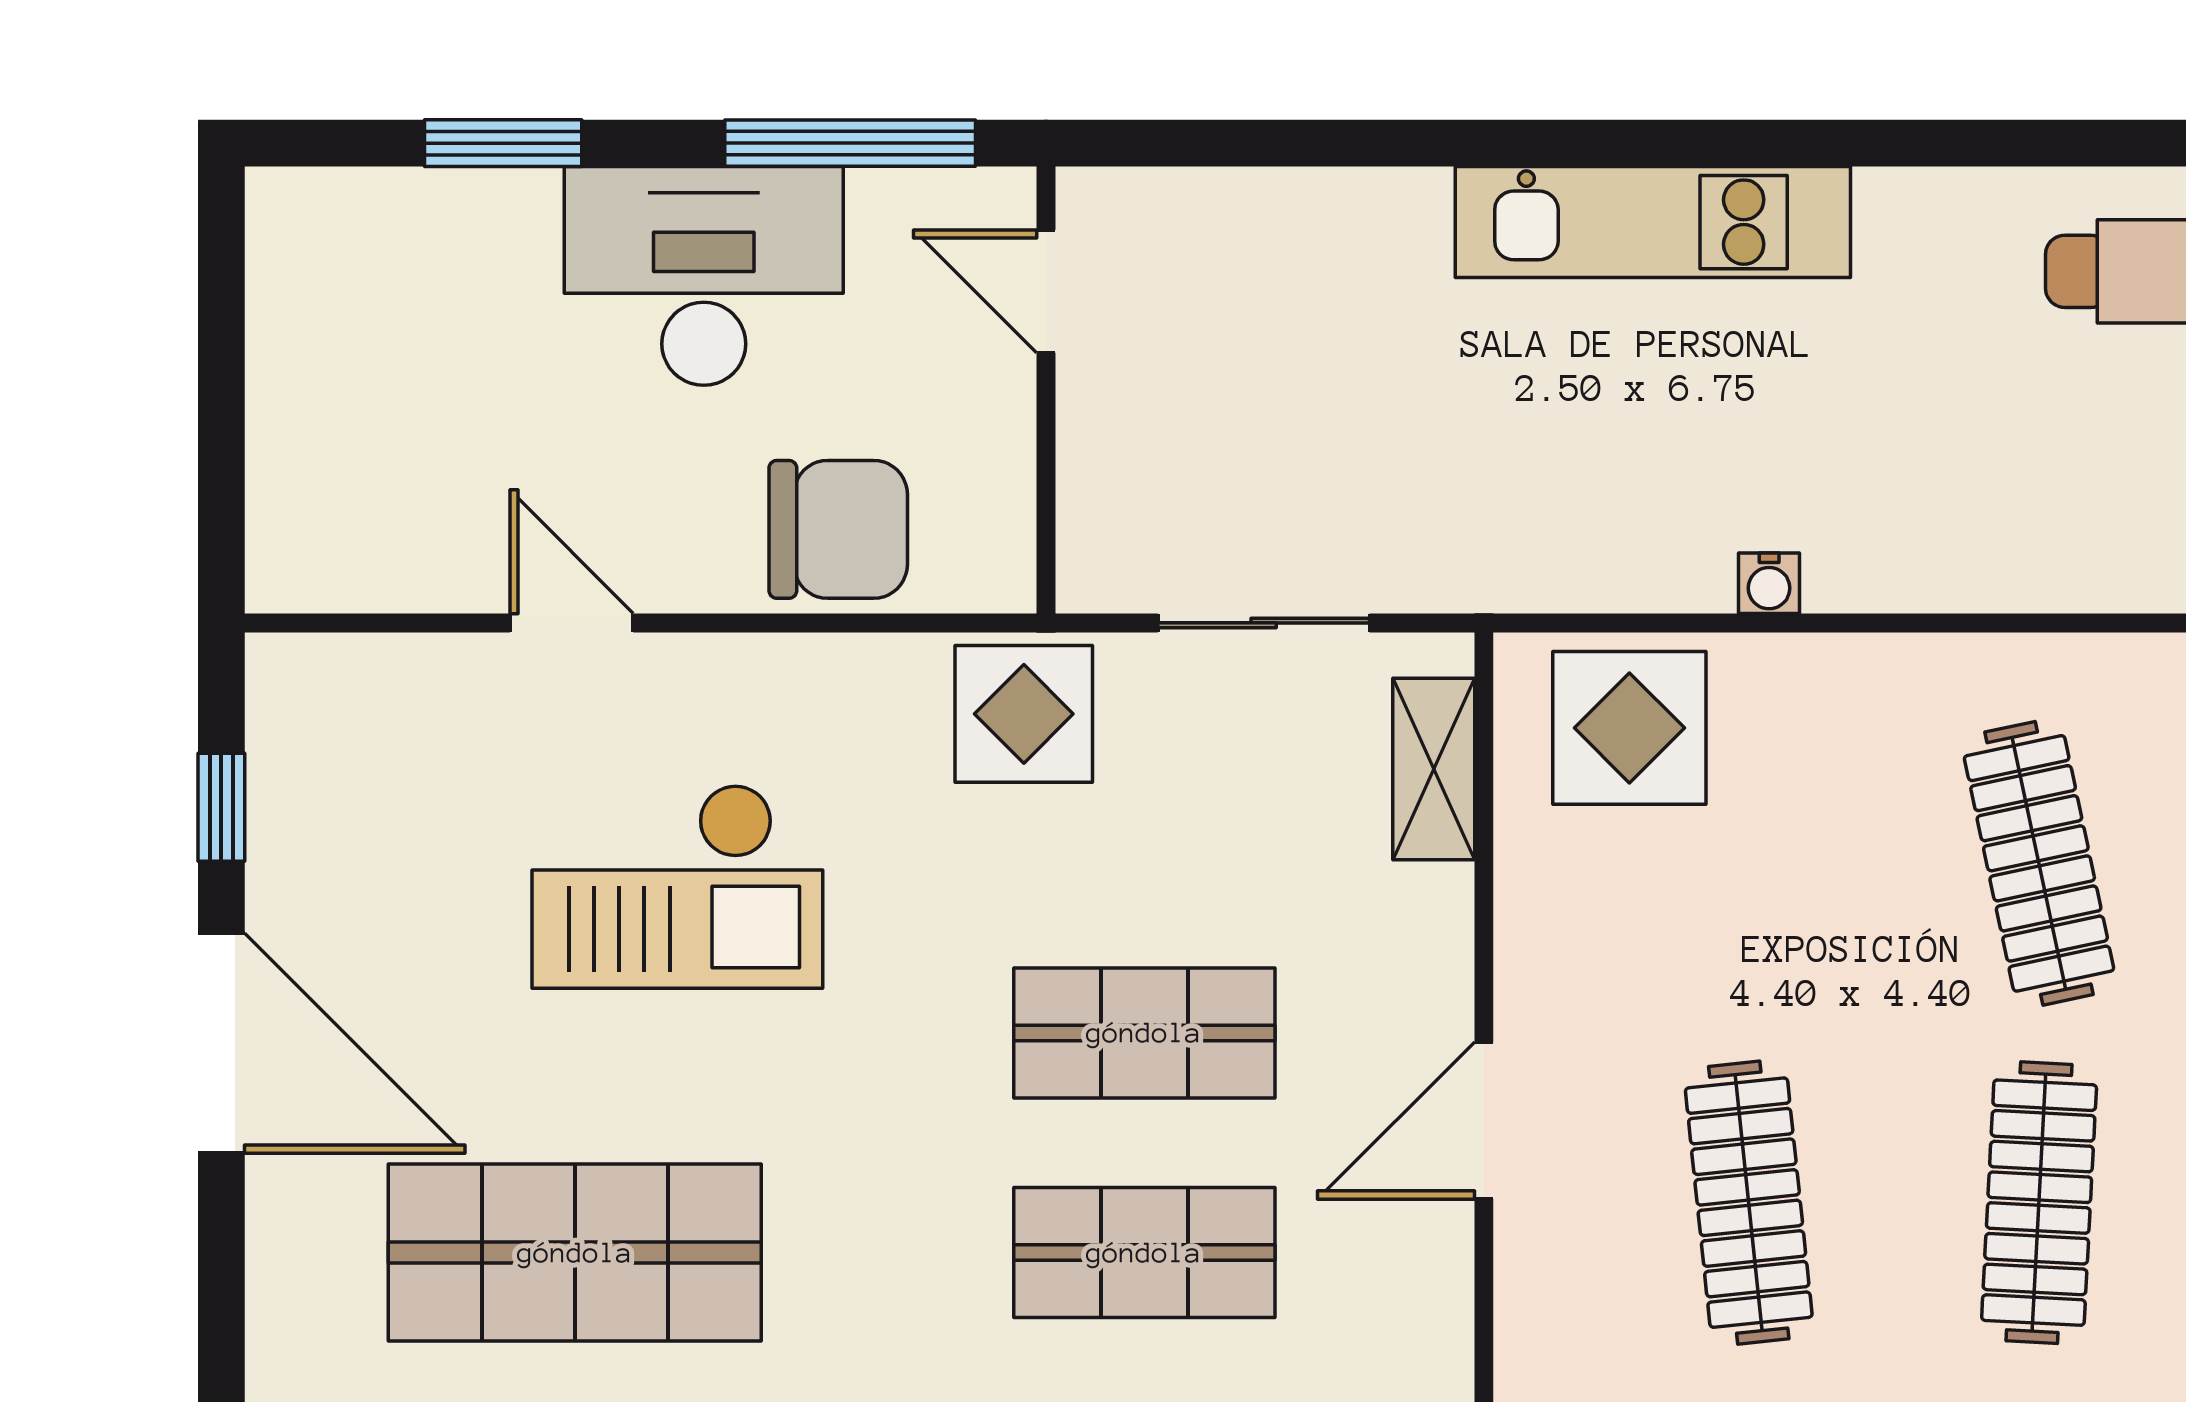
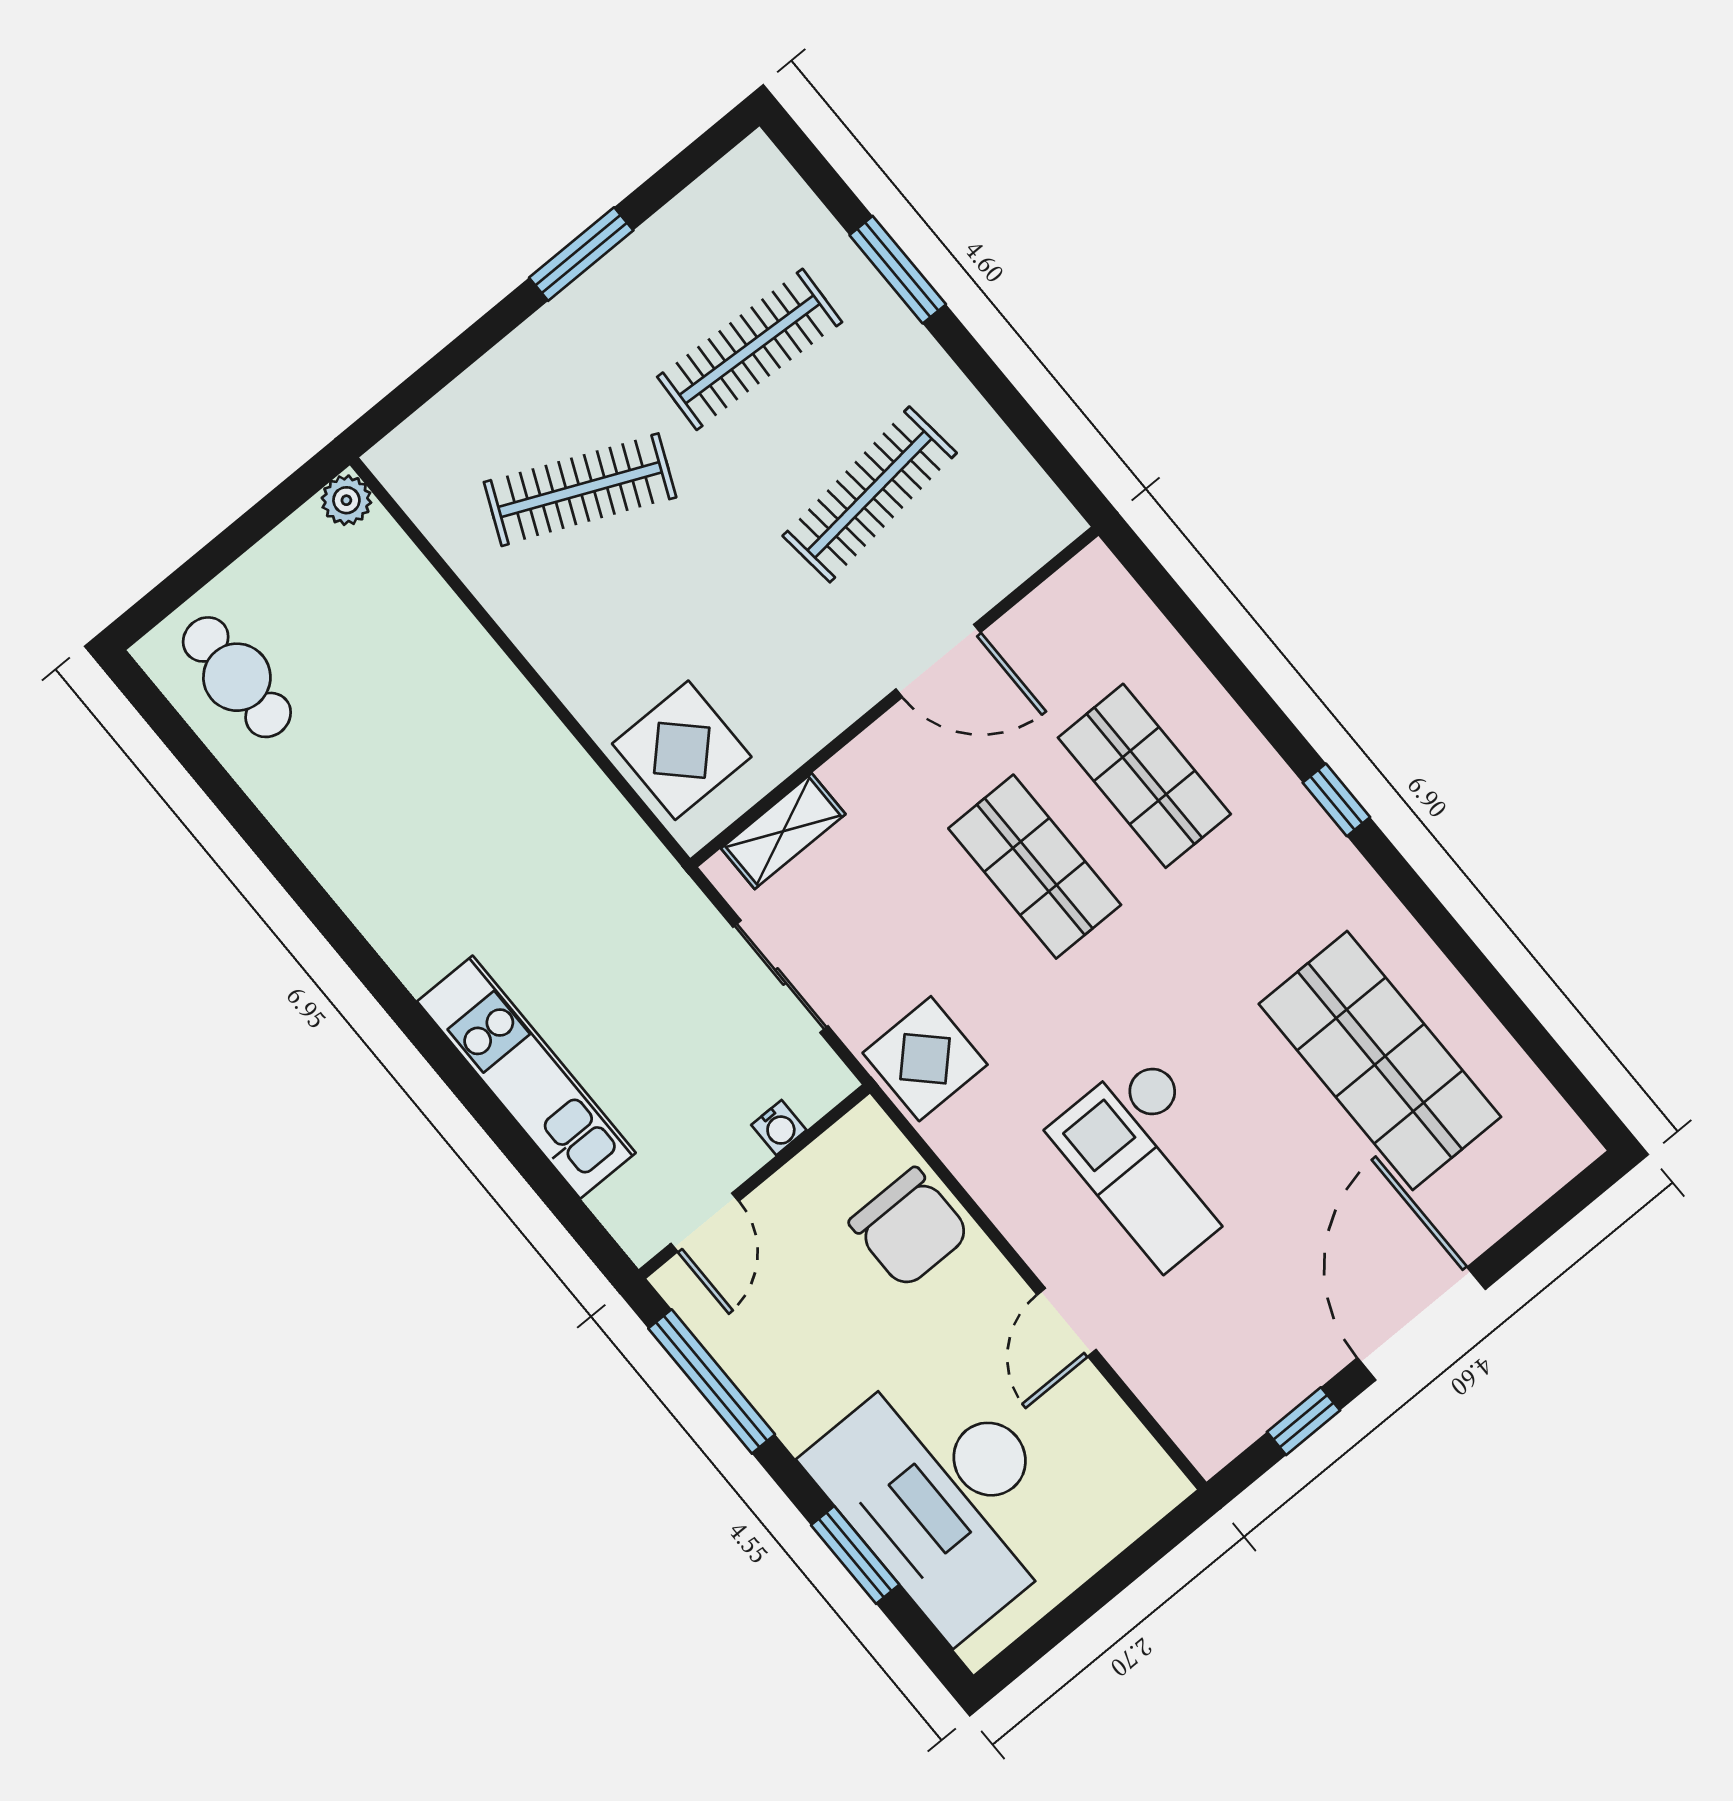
kitchen unit: (1653, 222) -> (526, 1077), moved
desk: (704, 276) -> (945, 1496), moved, width x1.36, depth x1.30
chair: (838, 529) -> (910, 1228), turned 180
water cooler: (1769, 583) -> (779, 1128), moved, turned 90
clothes rail: (2039, 863) -> (580, 490), turned 36
checkout: (677, 886) -> (1154, 1161), turned 180

